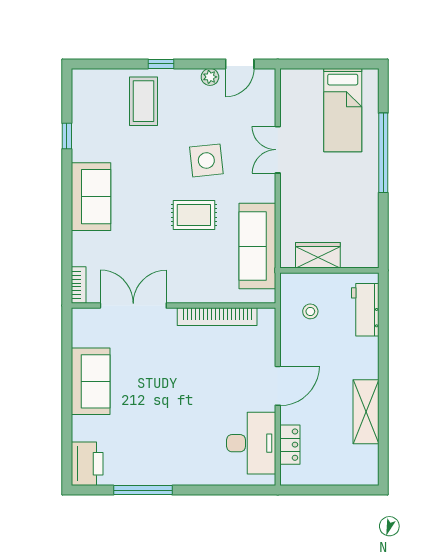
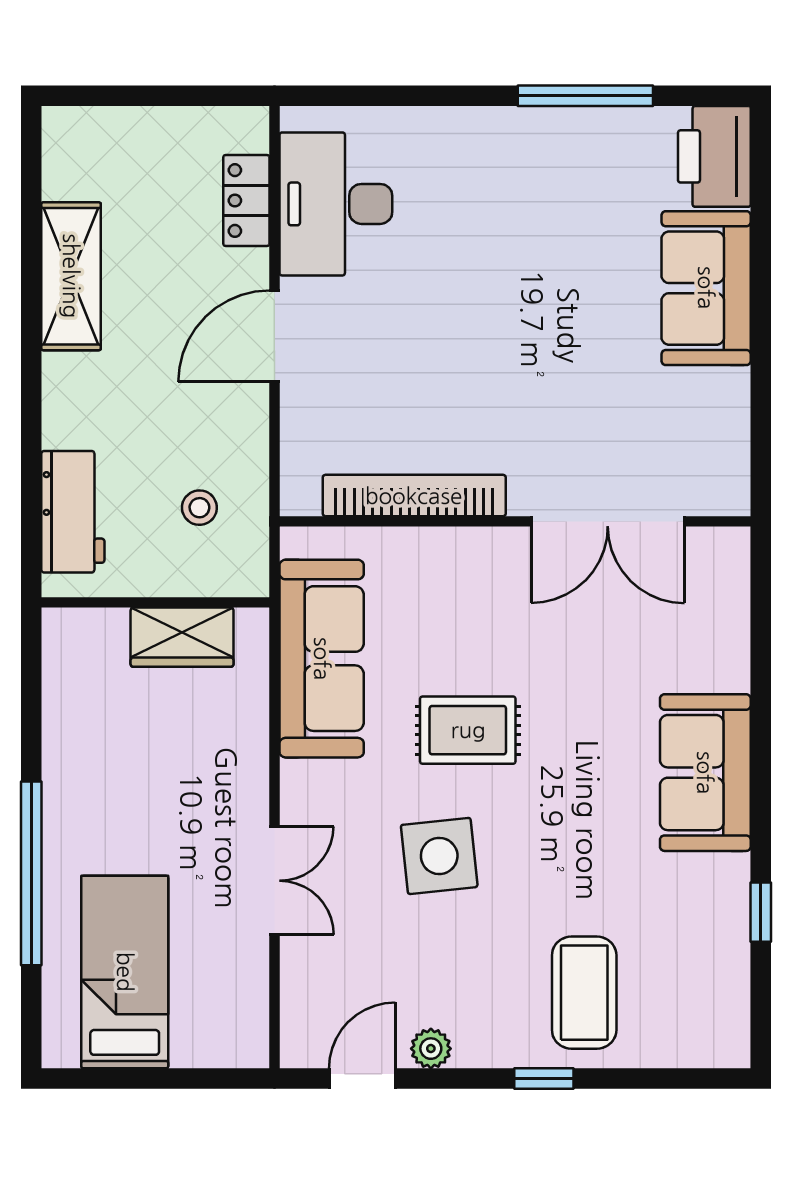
bookcase: (79, 285) -> (734, 569), removed
sofa: (91, 381) -> (706, 288), moved

